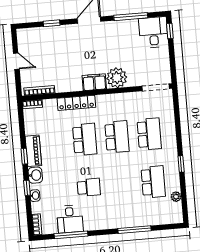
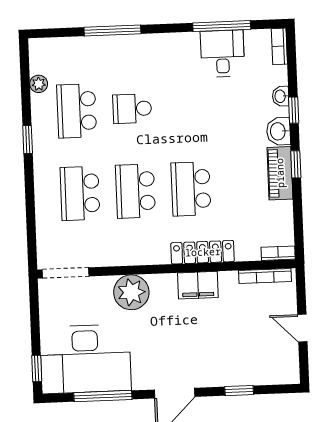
desk: (153, 32) -> (85, 359), width x1.87, depth x1.30
filing cabinet: (94, 82) -> (198, 285), moved
school desk: (89, 187) -> (132, 109), moved

